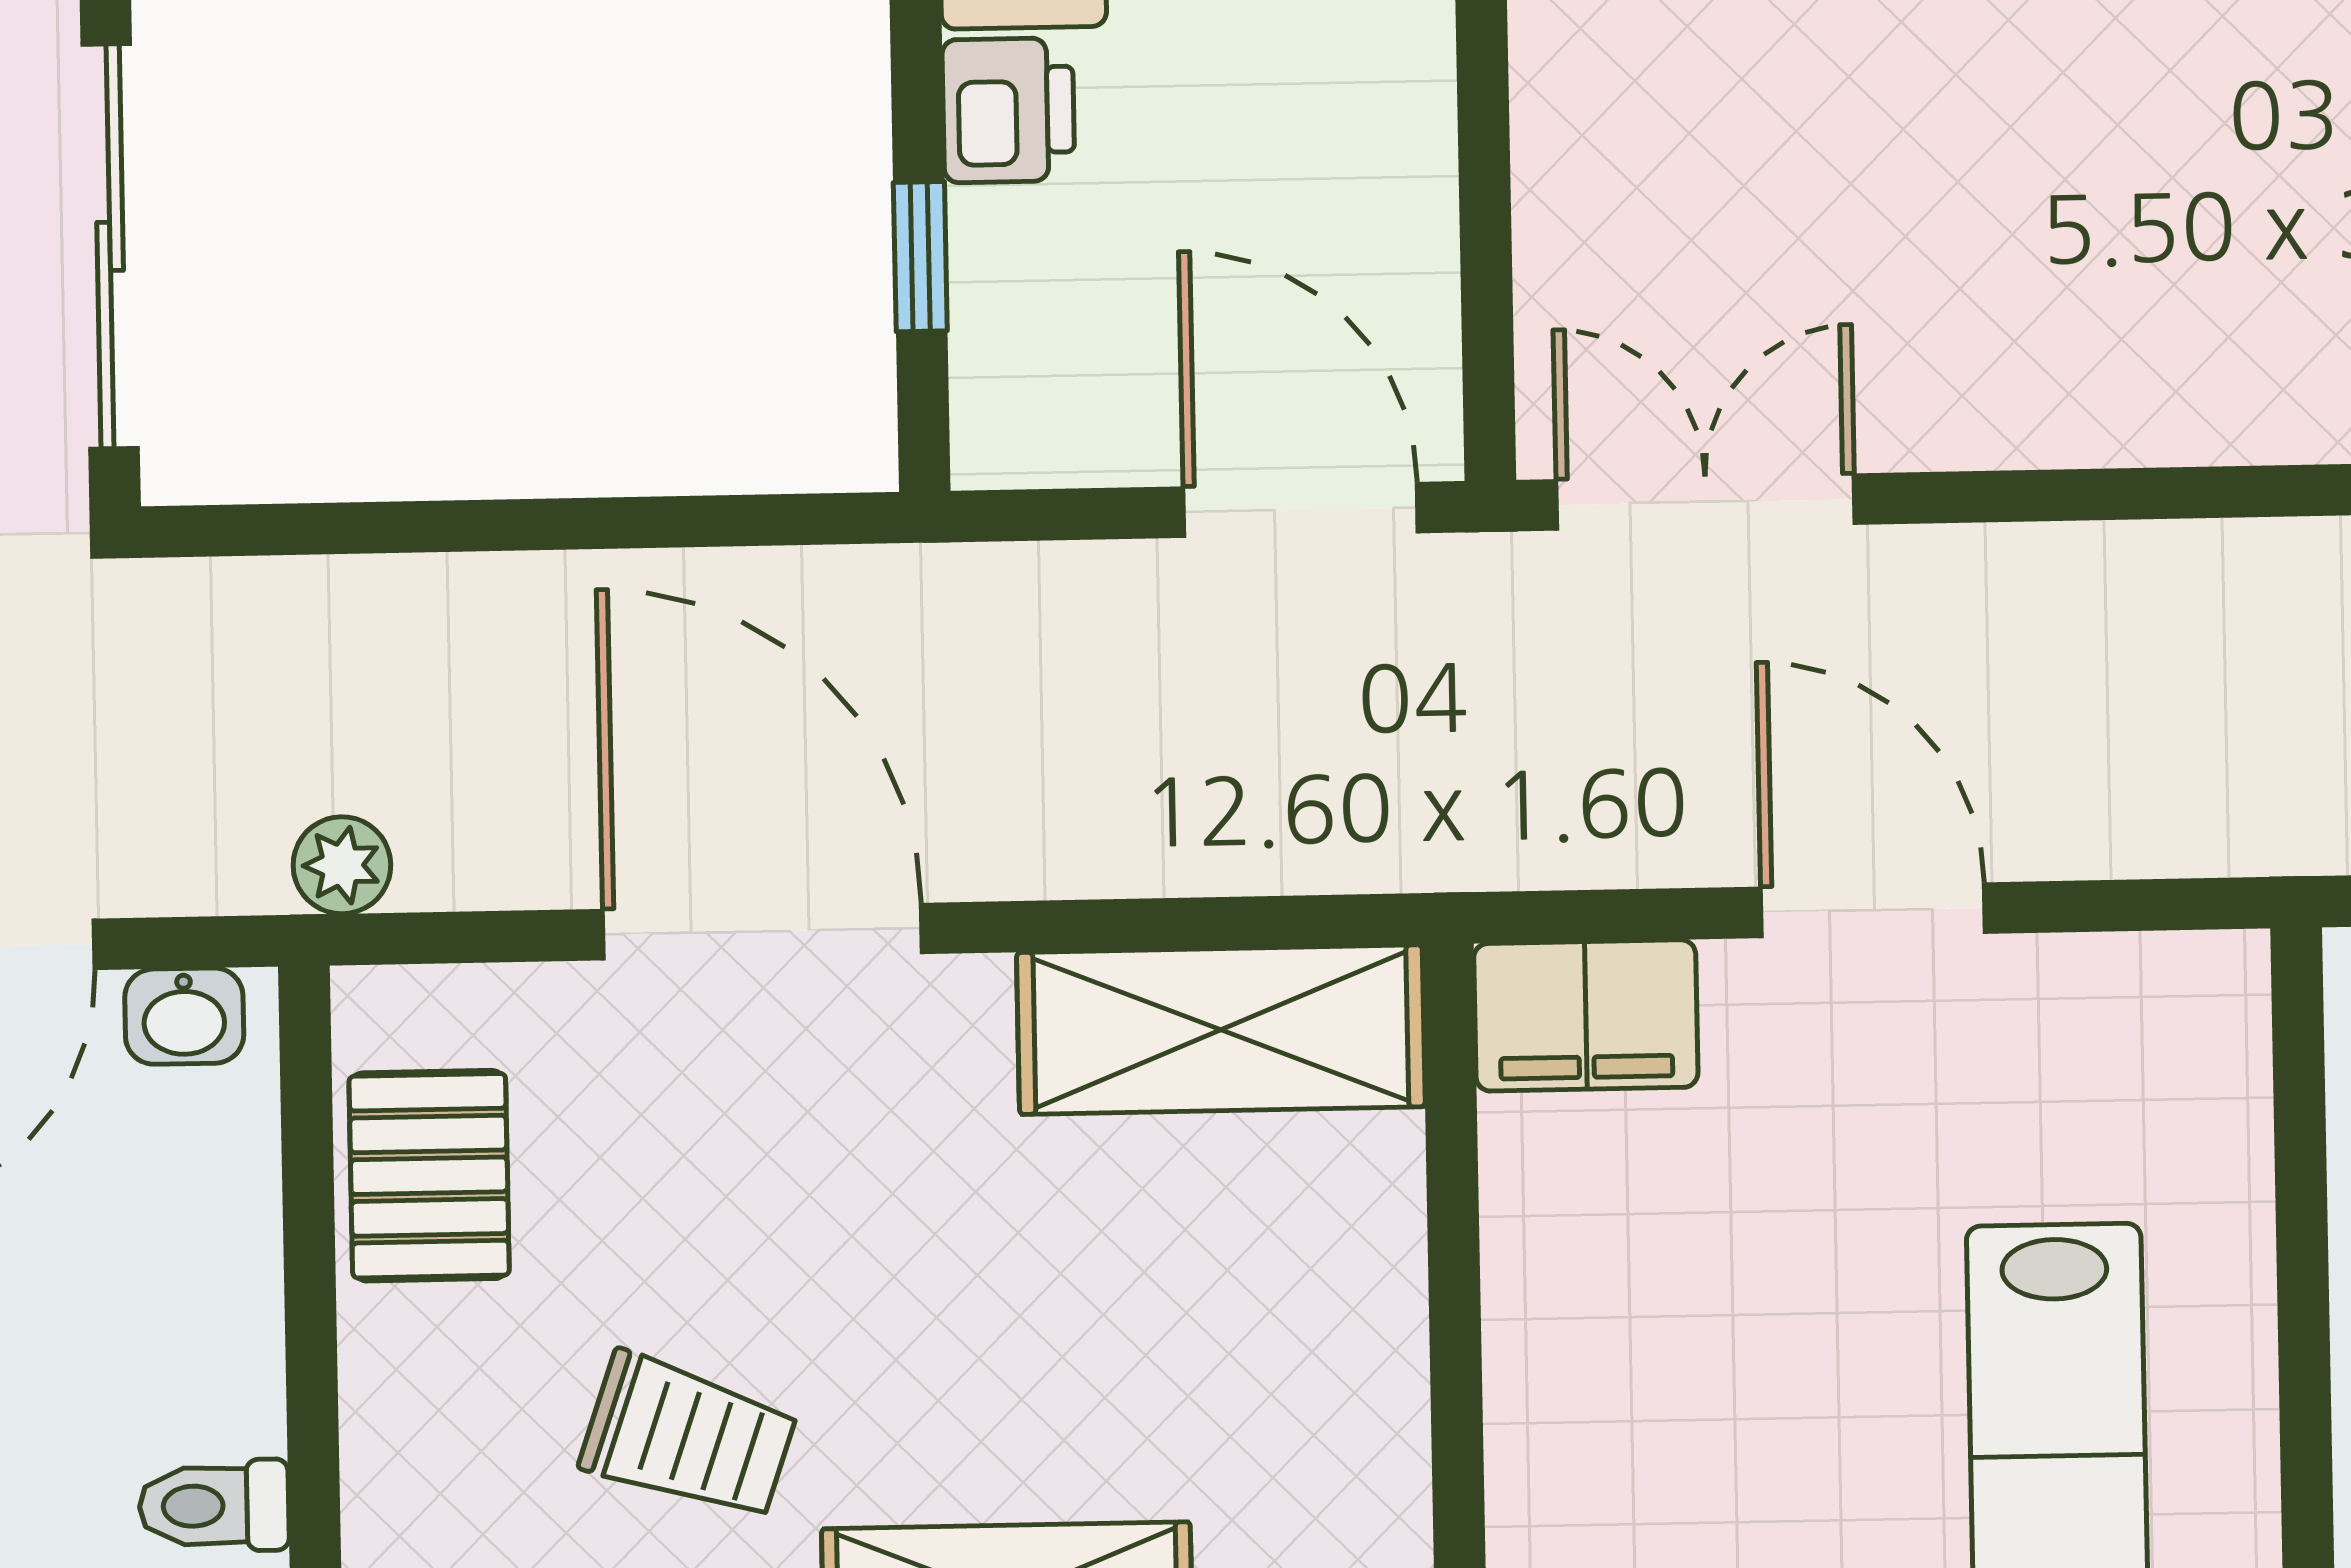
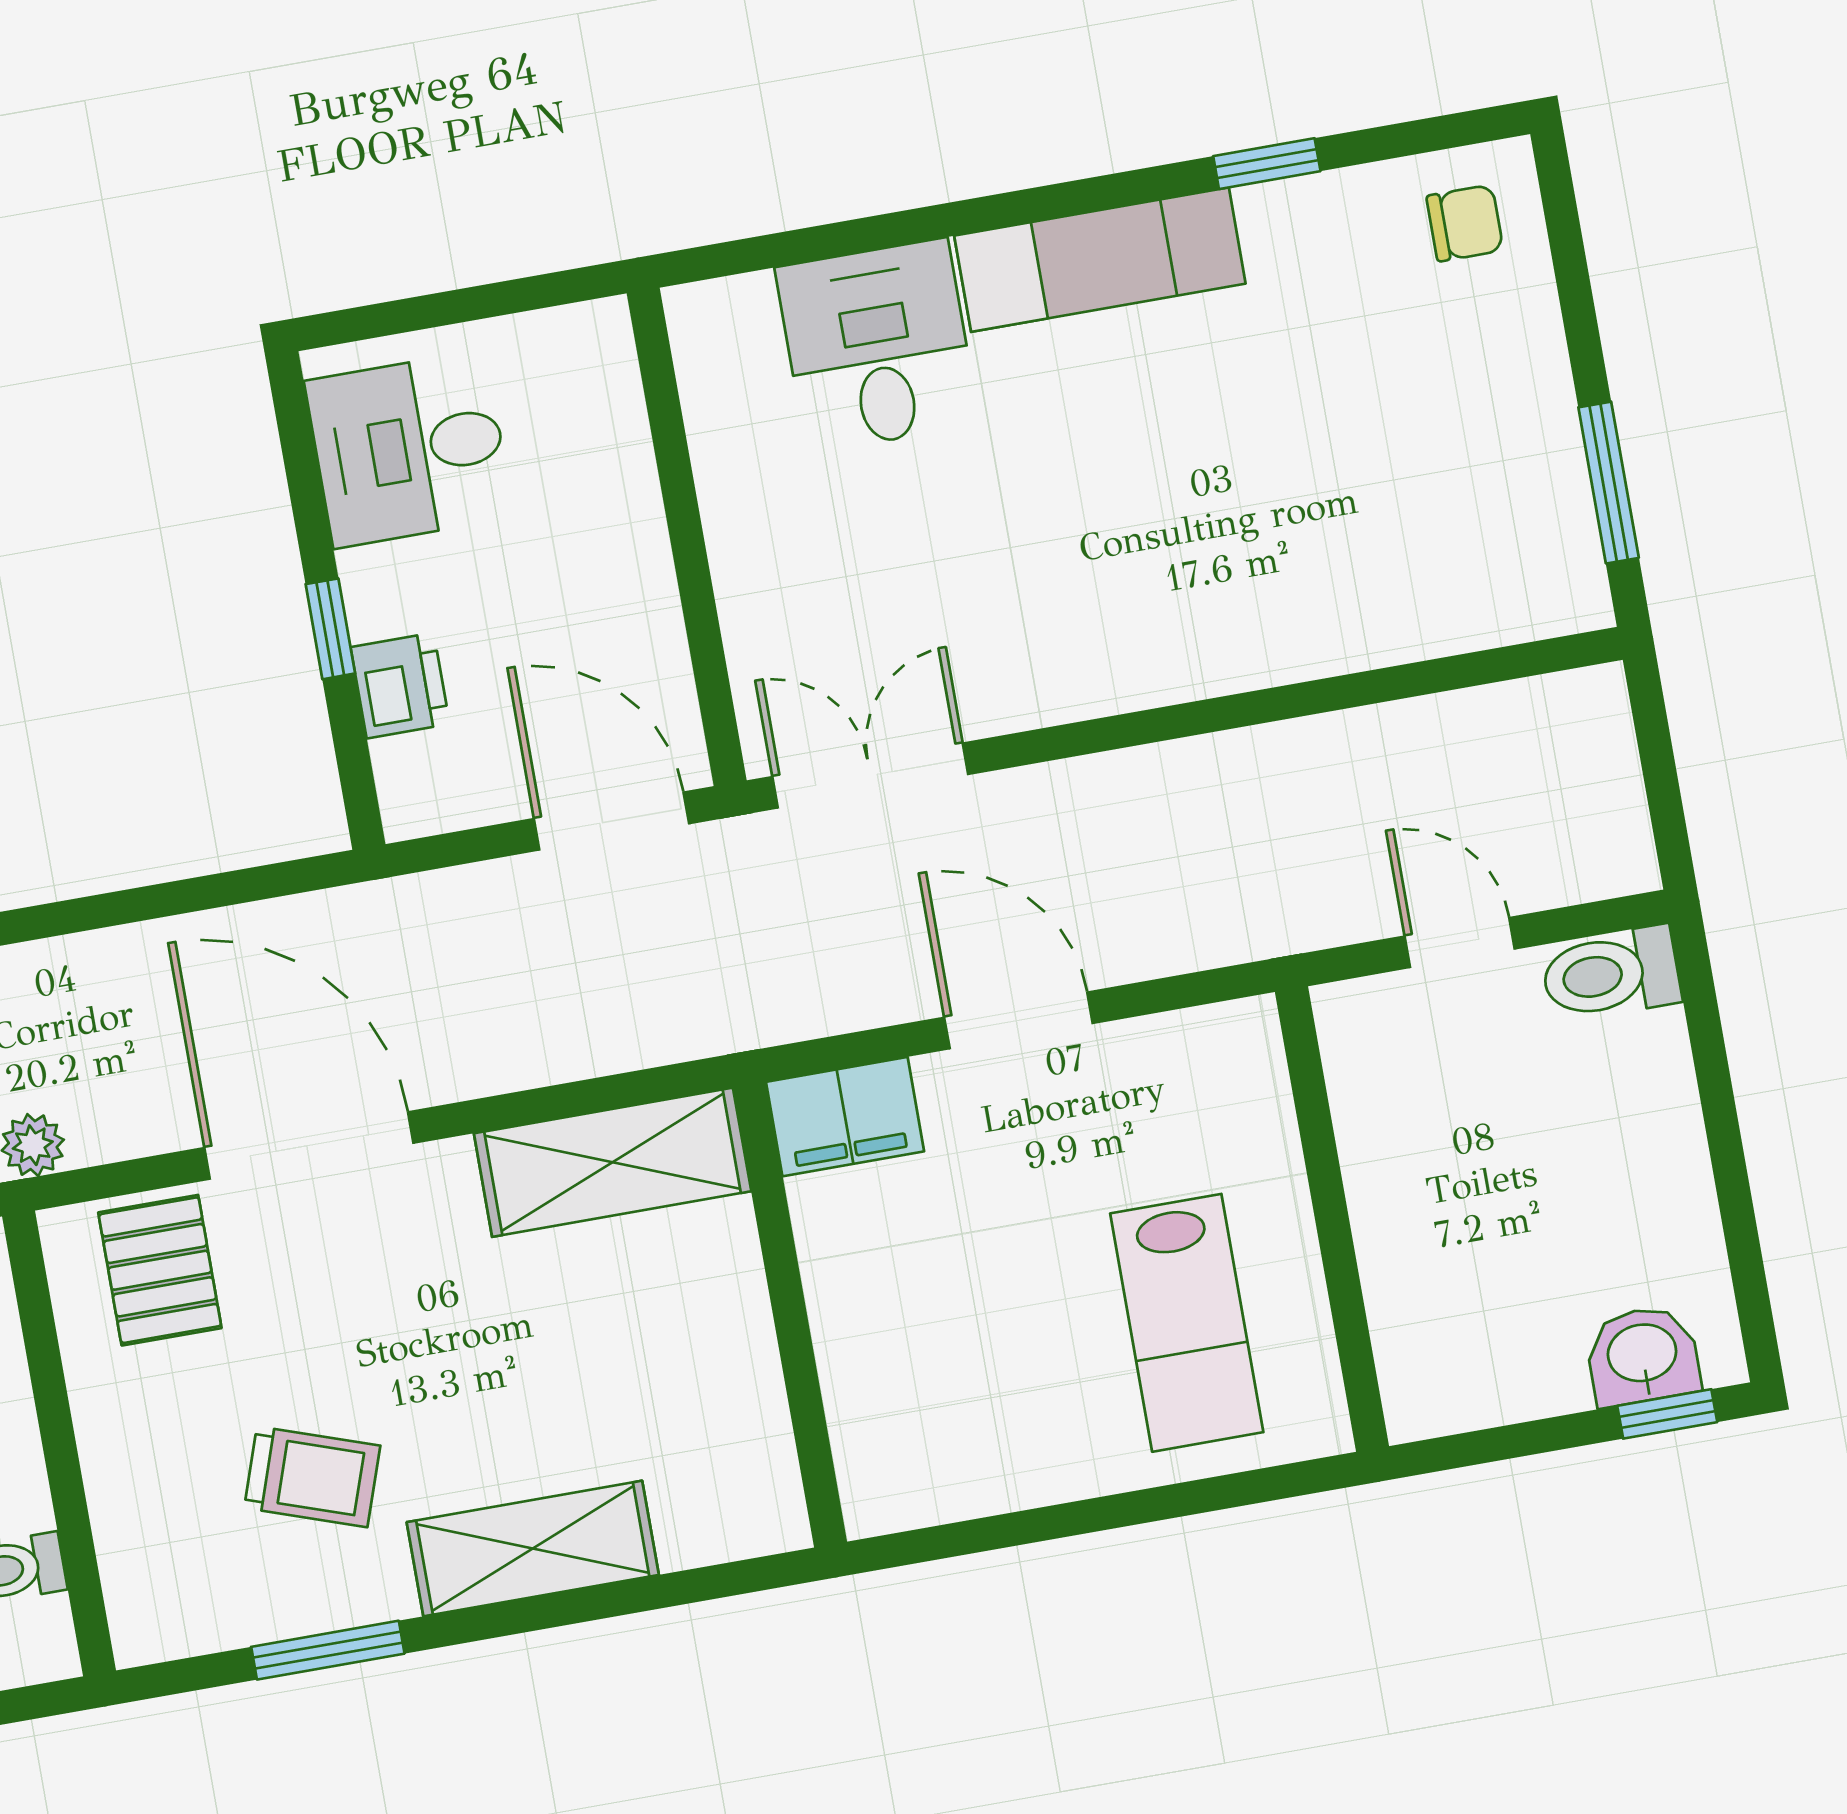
printer: (1008, 110) -> (400, 685), moved
window: (920, 257) -> (330, 629), moved
pallet: (429, 1176) -> (160, 1270), moved

